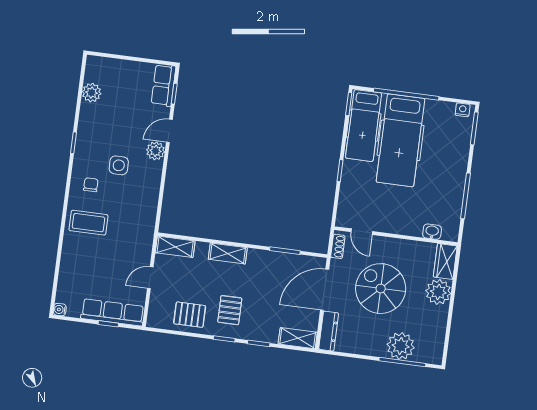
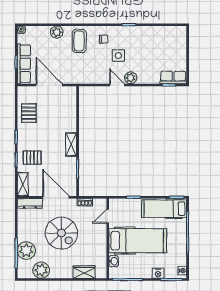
plant: (92, 93) -> (57, 32), moved
door: (169, 131) -> (117, 85), moved
hospital bed: (401, 140) -> (138, 241), moved, turned 180
nightstand: (462, 148) -> (158, 273), added
door: (362, 232) -> (108, 216), moved
washbasin: (432, 232) -> (114, 261), moved
wall: (396, 236) -> (108, 238), moved
shelving: (175, 247) -> (71, 98), removed
shelving: (228, 253) -> (71, 144), moved
door: (150, 278) -> (49, 85), width x1.87
spiral stairs: (381, 289) -> (61, 233), turned 90
plant: (438, 292) -> (41, 270), moved
pallet: (230, 310) -> (32, 158), moved

